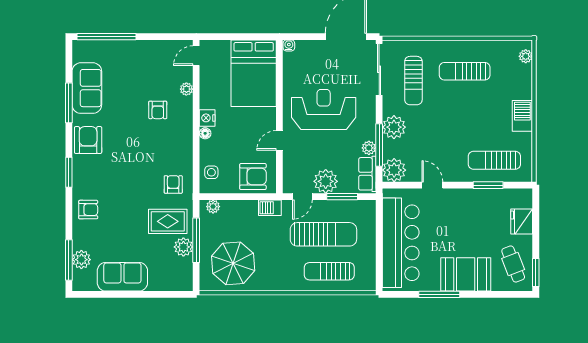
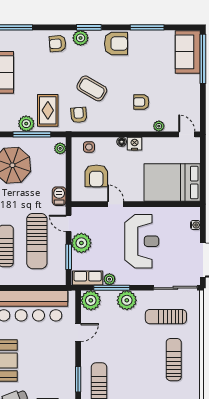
water cooler: (289, 45) -> (195, 225), moved
sofa: (87, 88) -> (188, 52), moved, turned 90
coffee table: (142, 169) -> (92, 88), added
armchair: (253, 177) -> (96, 176), moved
armchair: (173, 184) -> (79, 115), turned -95
armchair: (88, 210) -> (58, 44), turned 85
plant: (81, 260) -> (81, 38), moved

